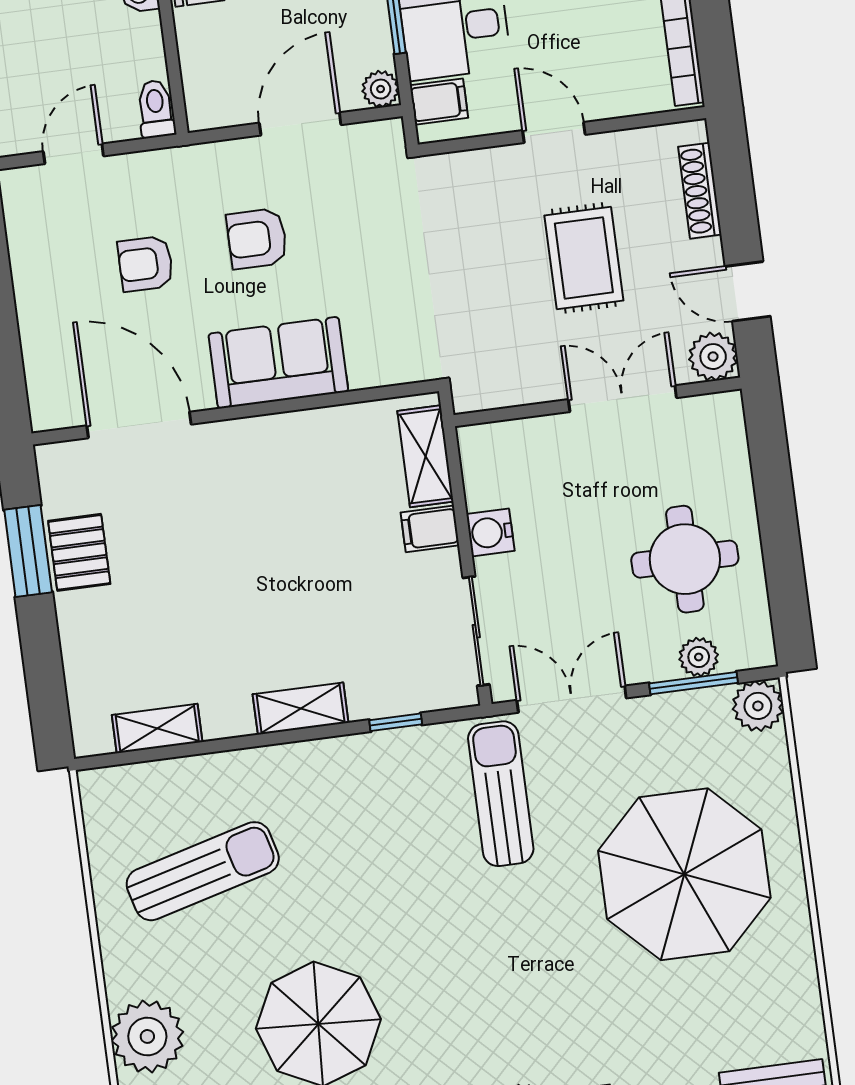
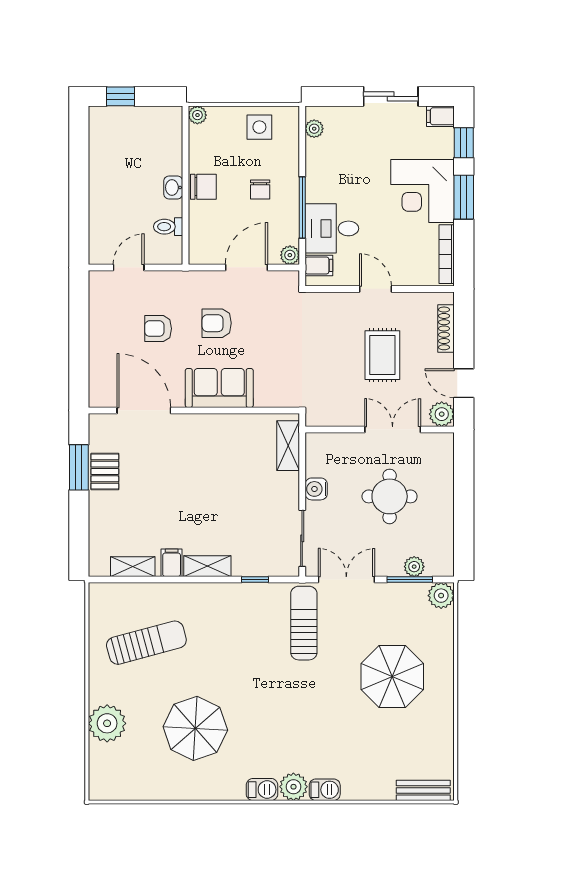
toilet: (156, 109) -> (168, 227), moved, turned -90
filing cabinet: (430, 529) -> (172, 563), moved, turned 90
round table: (685, 559) -> (390, 496), moved
parasol: (684, 874) -> (392, 677), width x0.73, depth x0.73

